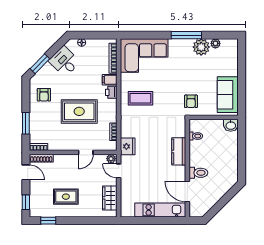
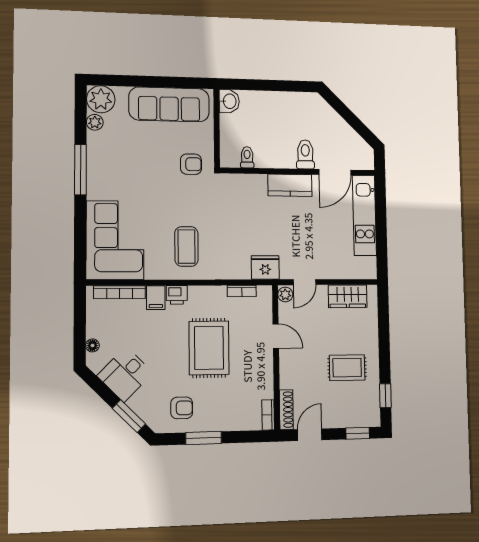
plant: (201, 47) -> (101, 99), moved
sofa: (228, 95) -> (169, 104), width x1.36
window: (26, 123) -> (204, 438), moved
kitchen counter: (179, 151) -> (290, 185), moved
rug: (66, 197) -> (347, 368), turned 90

